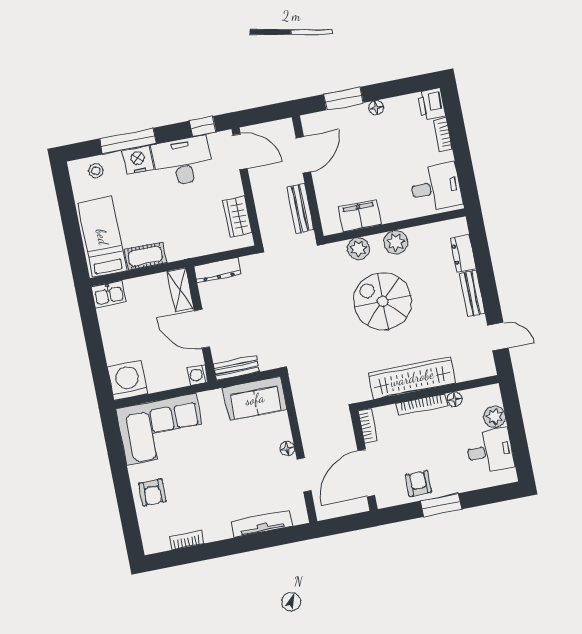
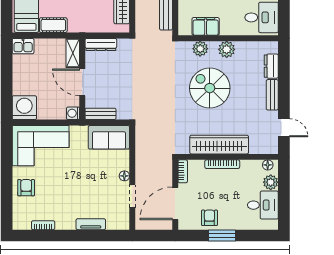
floor lamp: (455, 399) -> (268, 165), moved
armchair: (152, 492) -> (26, 188), turned 180
tv unit: (262, 524) -> (91, 224), width x0.71

